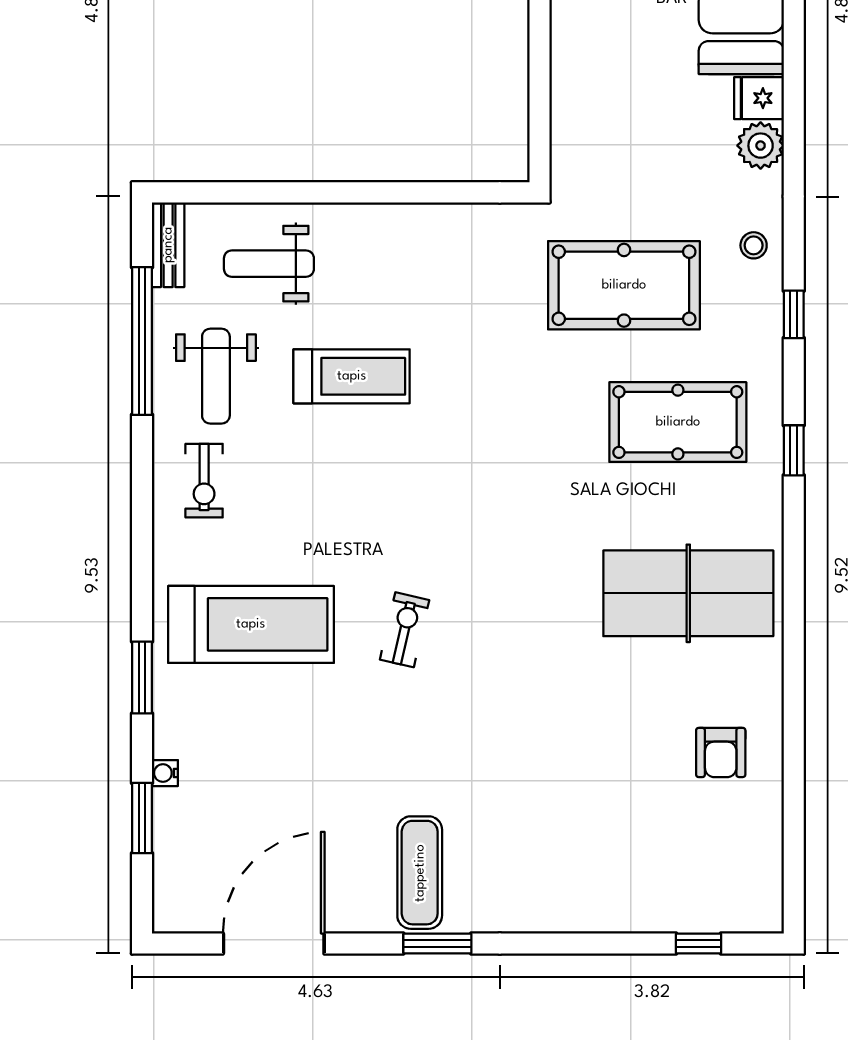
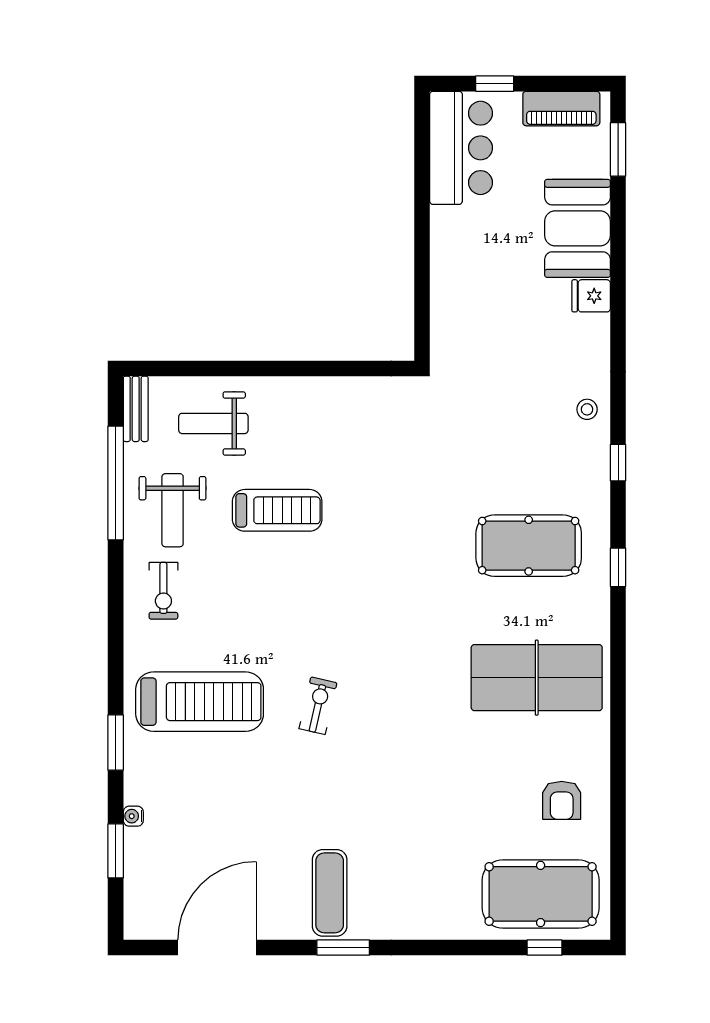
plant: (761, 146) -> (592, 332), removed
pool table: (624, 285) -> (541, 894), moved

